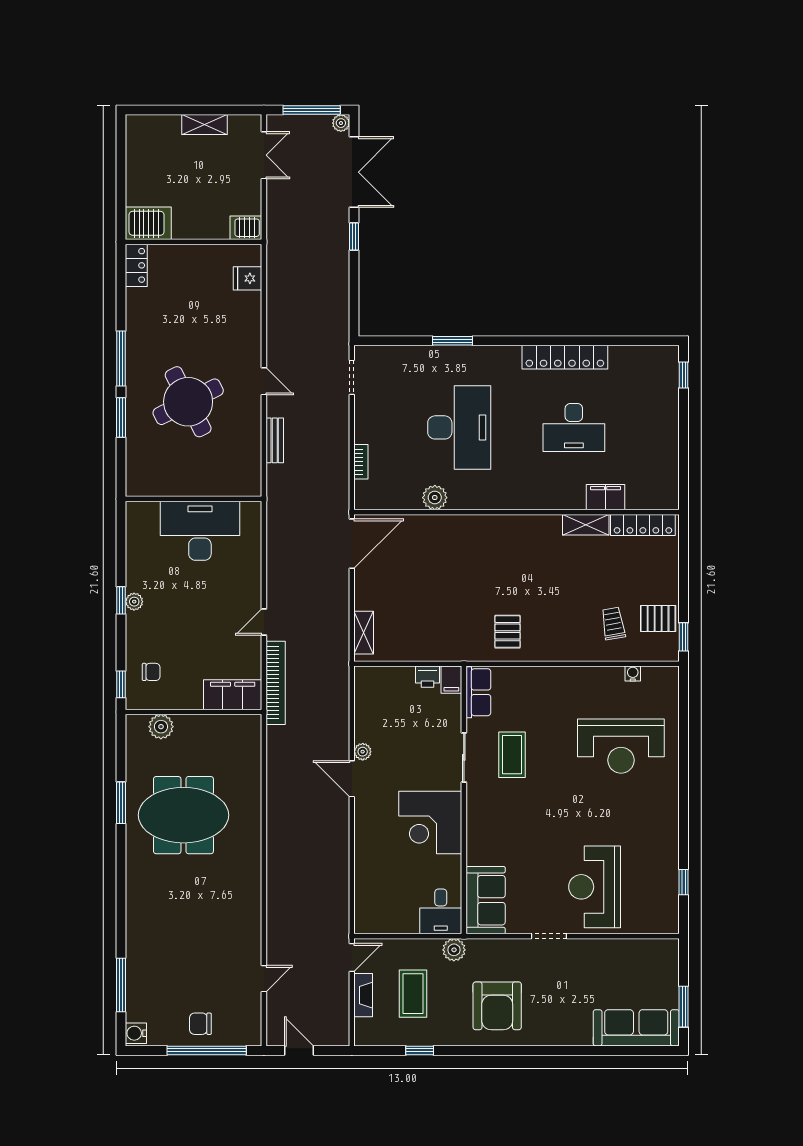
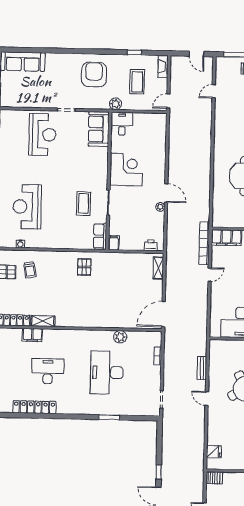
locker: (565, 357) -> (34, 407), moved
printer: (427, 677) -> (151, 245), moved
reception desk: (621, 746) -> (27, 207), turned -90
fireplace: (363, 995) -> (163, 66), moved

